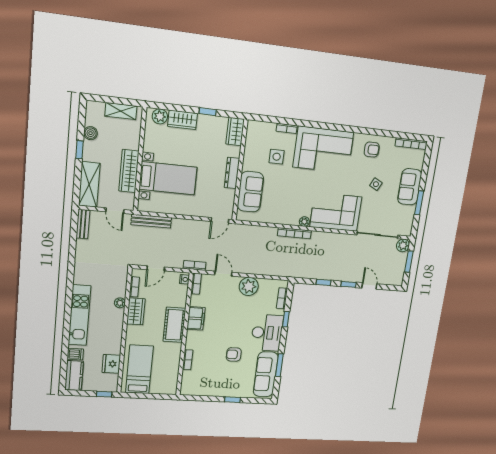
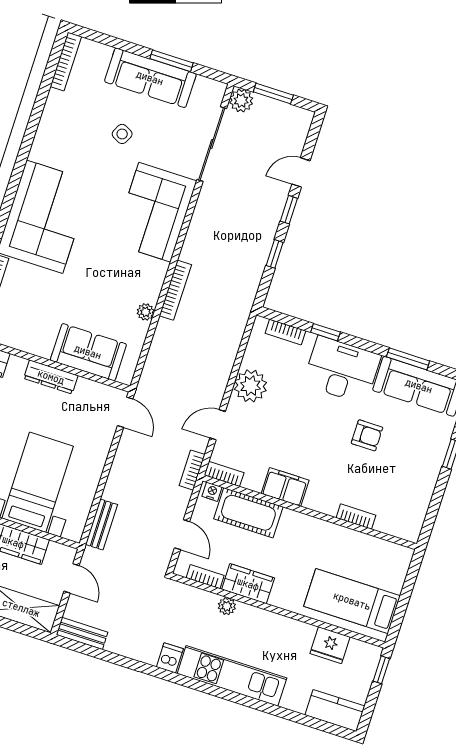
armchair: (372, 150) -> (62, 133), removed
side table: (277, 157) -> (40, 298), removed
sofa: (410, 187) -> (150, 78), width x1.36
door: (115, 211) -> (72, 578), hinge flipped
bench: (151, 221) -> (101, 524), width x0.73
plant: (304, 222) -> (146, 312), moved
cot: (174, 325) -> (248, 513), moved
dishwasher: (75, 354) -> (170, 658), moved
armchair: (234, 354) -> (367, 435), turned -90

